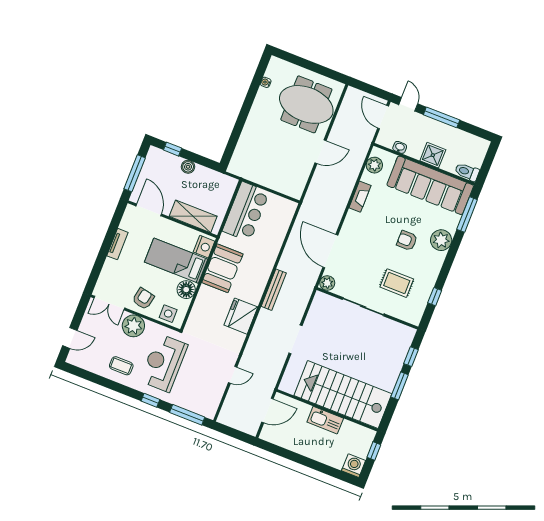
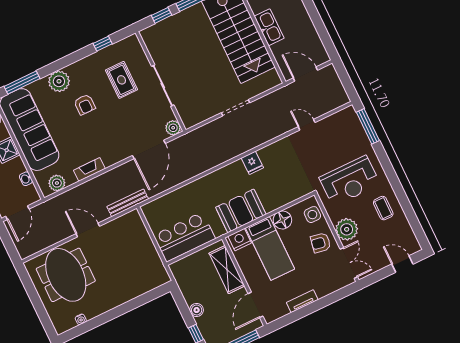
bench: (274, 290) -> (128, 203), moved
fridge: (241, 316) -> (252, 163), width x0.53, depth x0.75
window: (150, 400) -> (385, 162), removed

